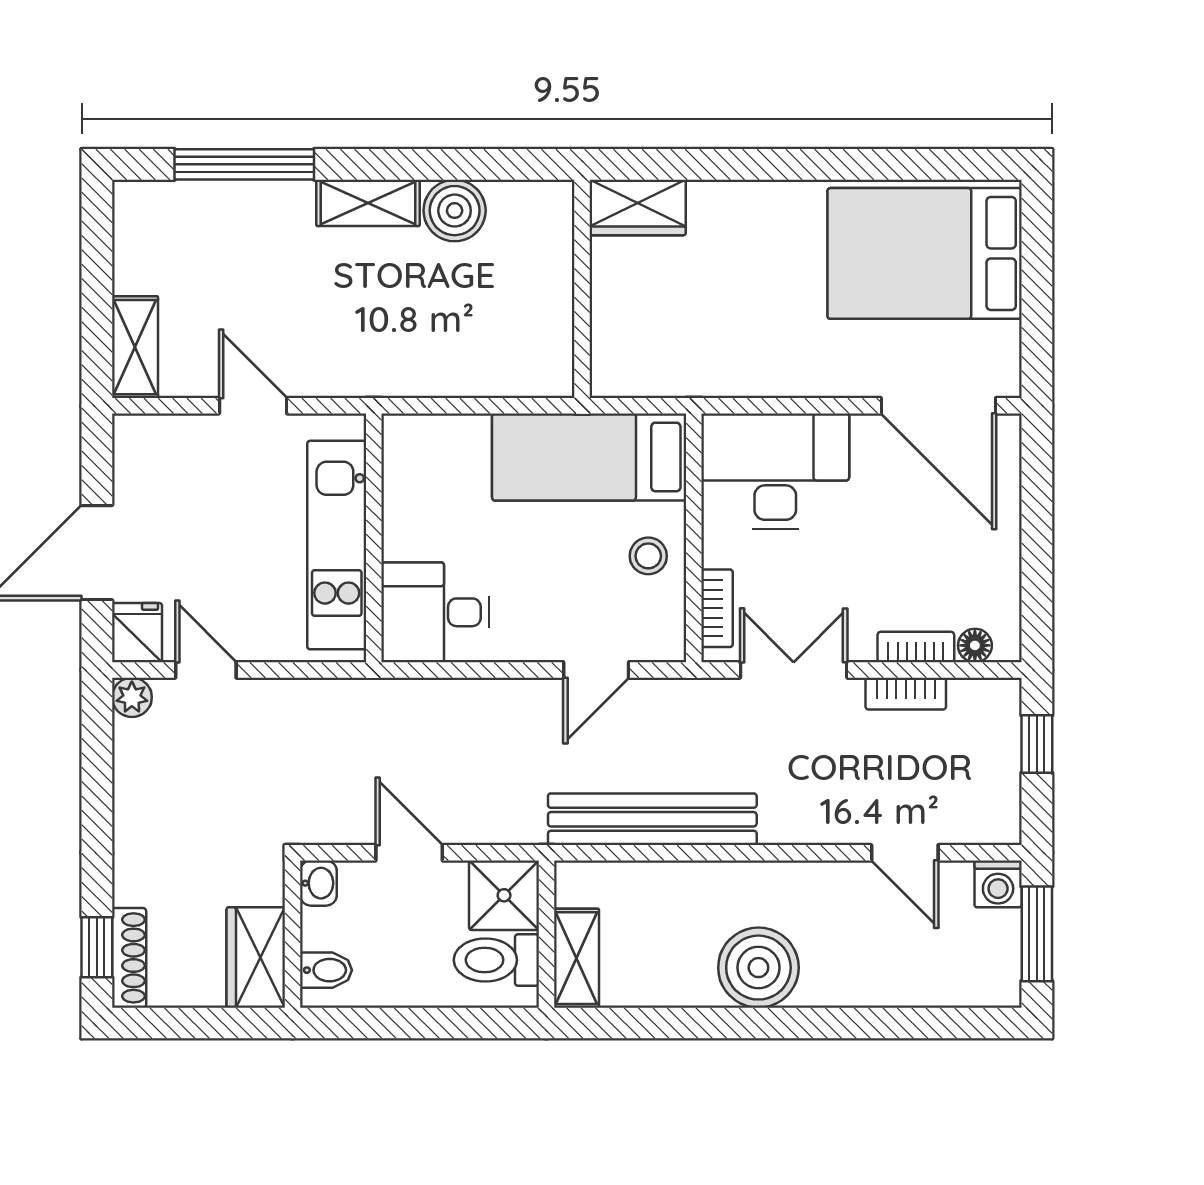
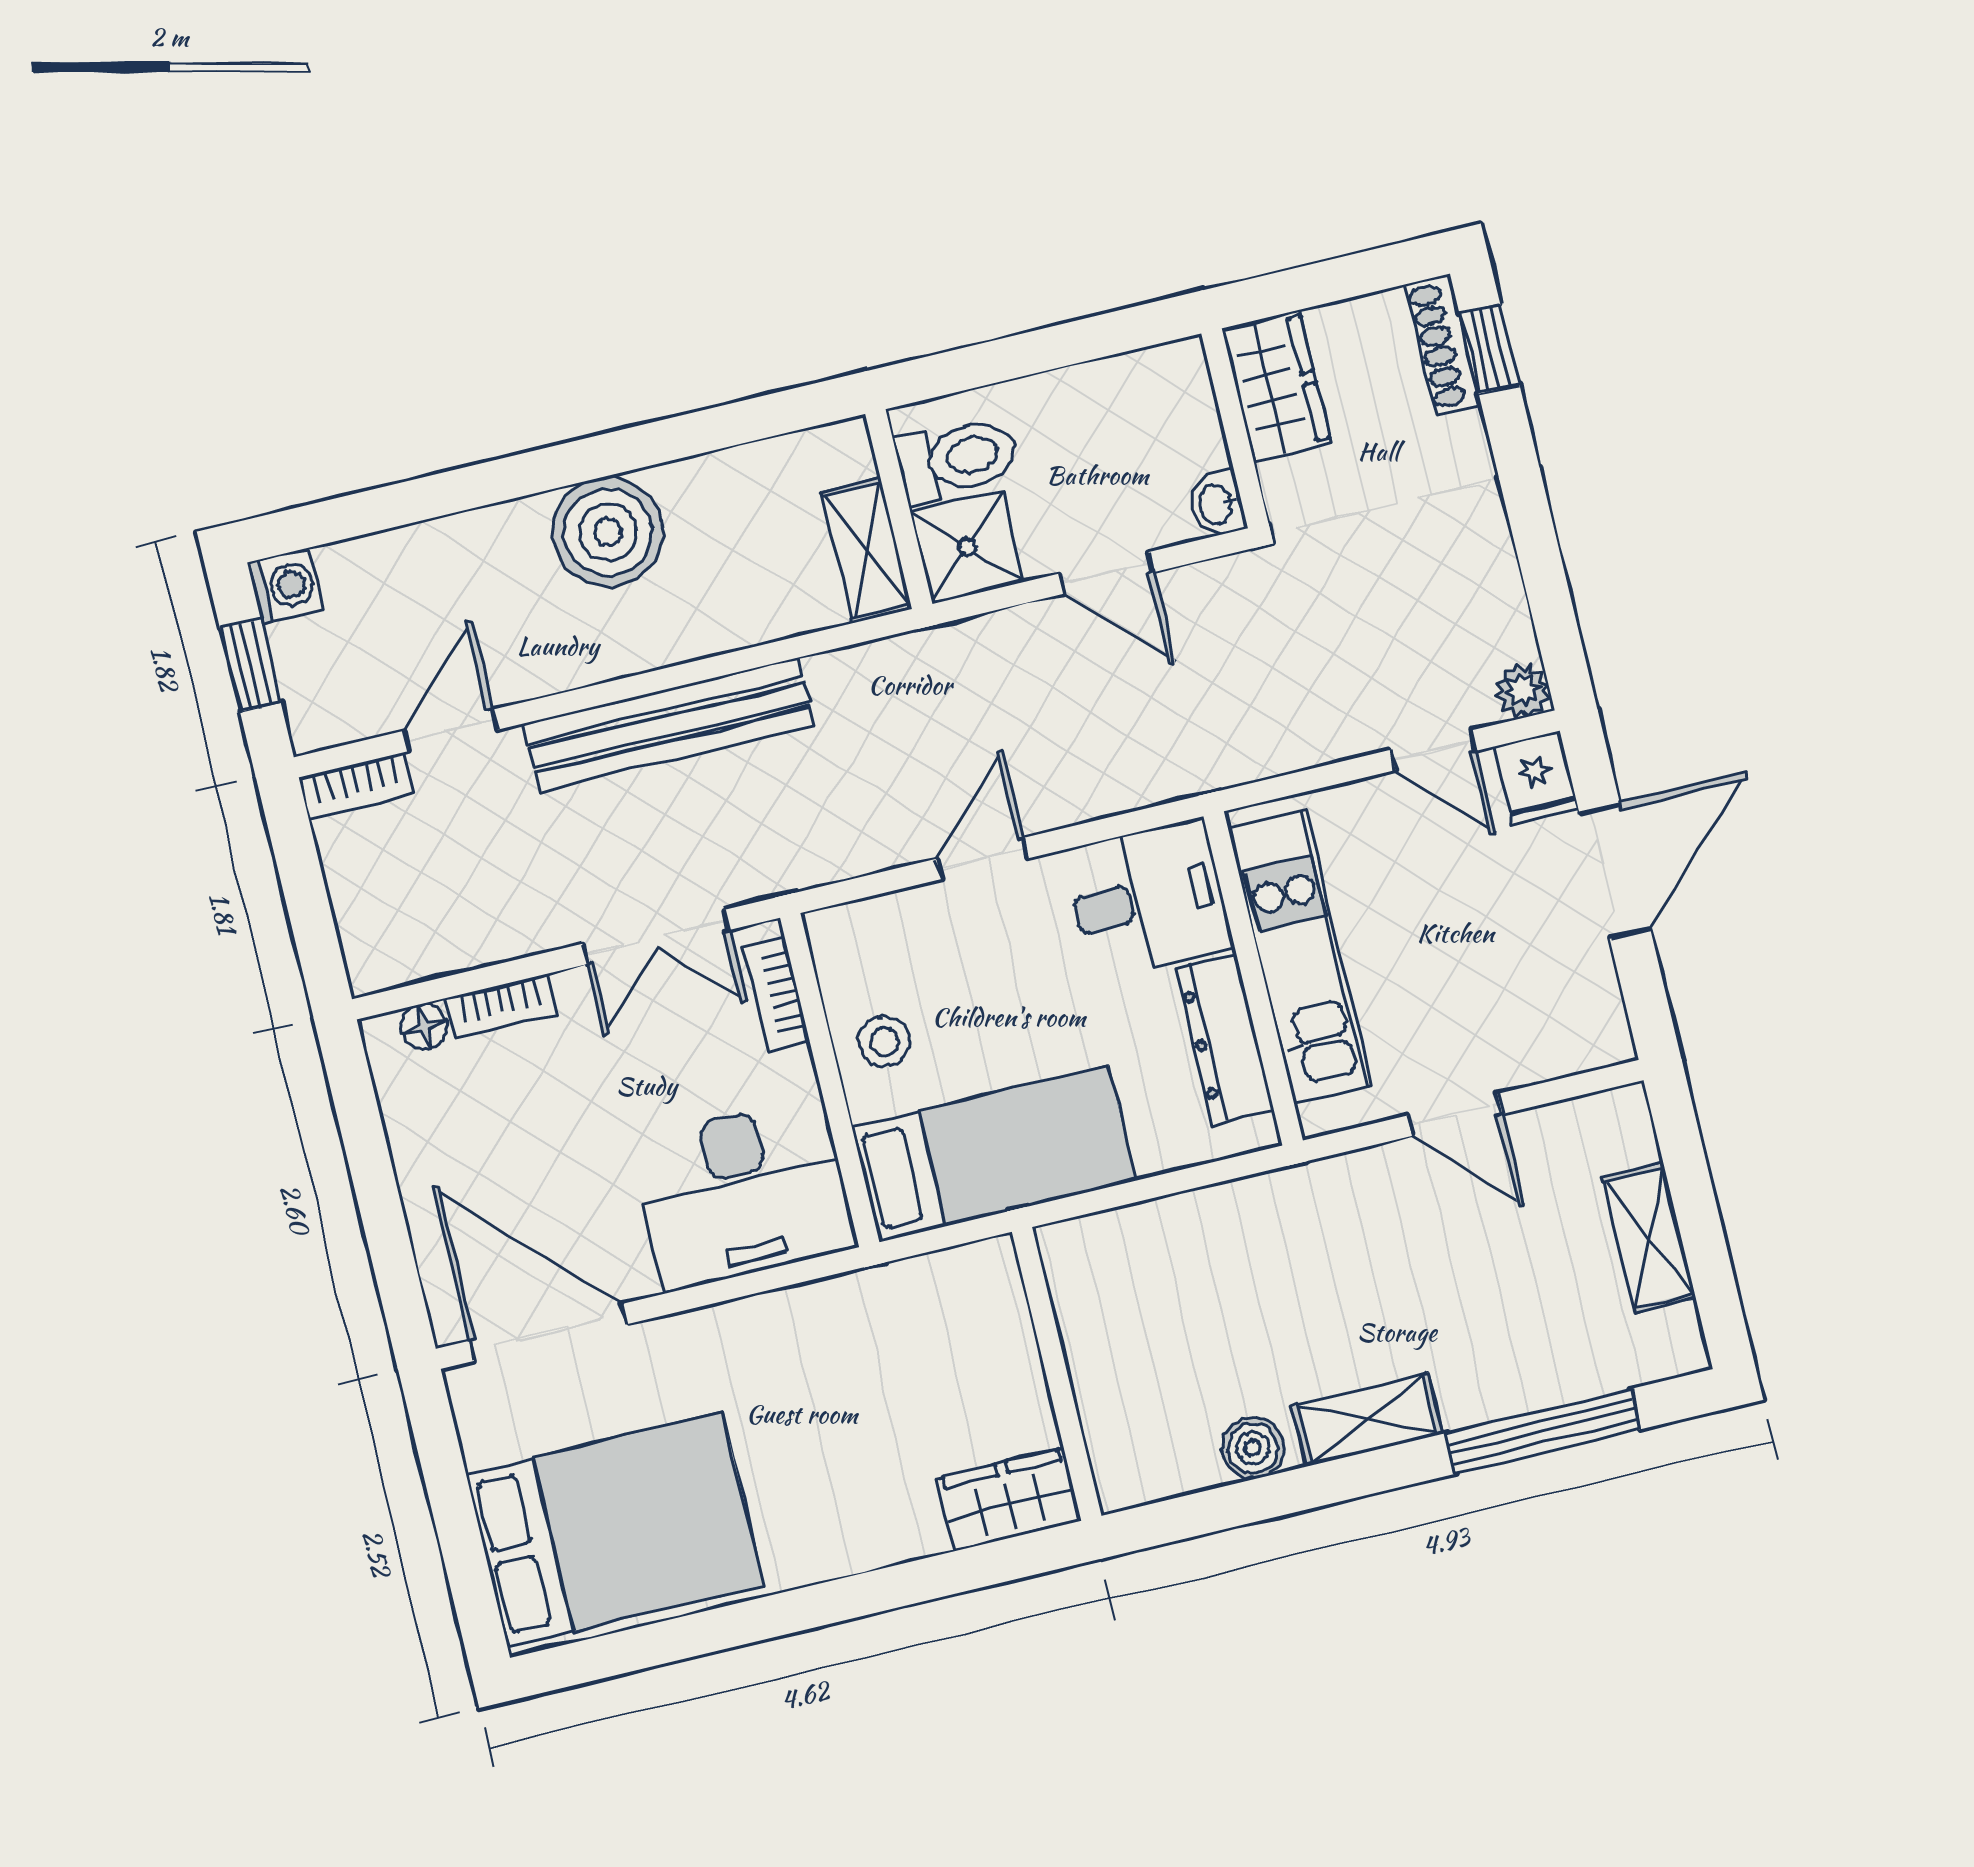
boiler: (455, 211) -> (1253, 1448), width x0.73, depth x0.73
shelving: (135, 347) -> (1649, 1238), moved
dresser: (405, 499) -> (1225, 1039), added
door: (596, 670) -> (982, 859), moved
bookcase: (906, 694) -> (357, 786), moved, turned 180
window: (1037, 744) -> (311, 916), removed
bench: (652, 819) -> (669, 725), moved
door: (905, 853) -> (451, 730), hinge flipped
washing machine: (998, 884) -> (285, 586), moved, turned 90
window: (1037, 934) -> (250, 665), width x0.67
shelving: (576, 958) -> (867, 550), moved
bidet: (326, 970) -> (1179, 391), removed

